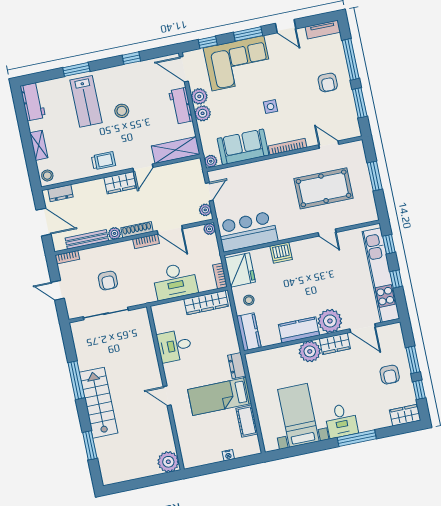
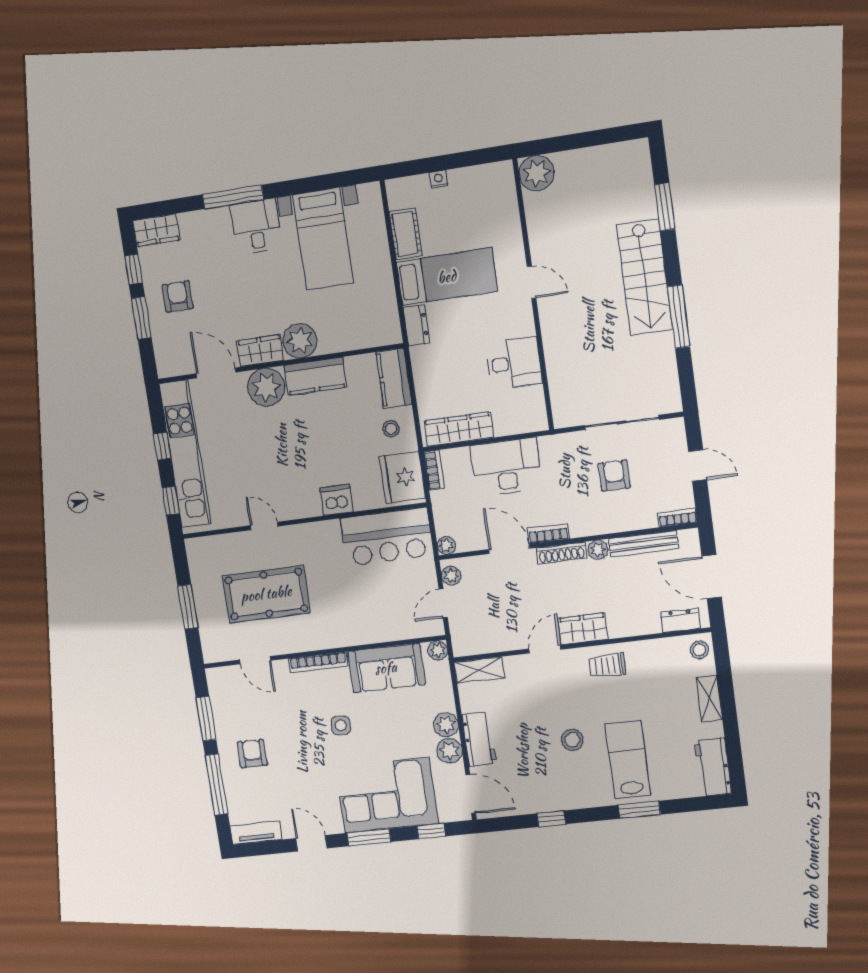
shelving: (176, 150) -> (479, 670), width x0.67, depth x0.75

